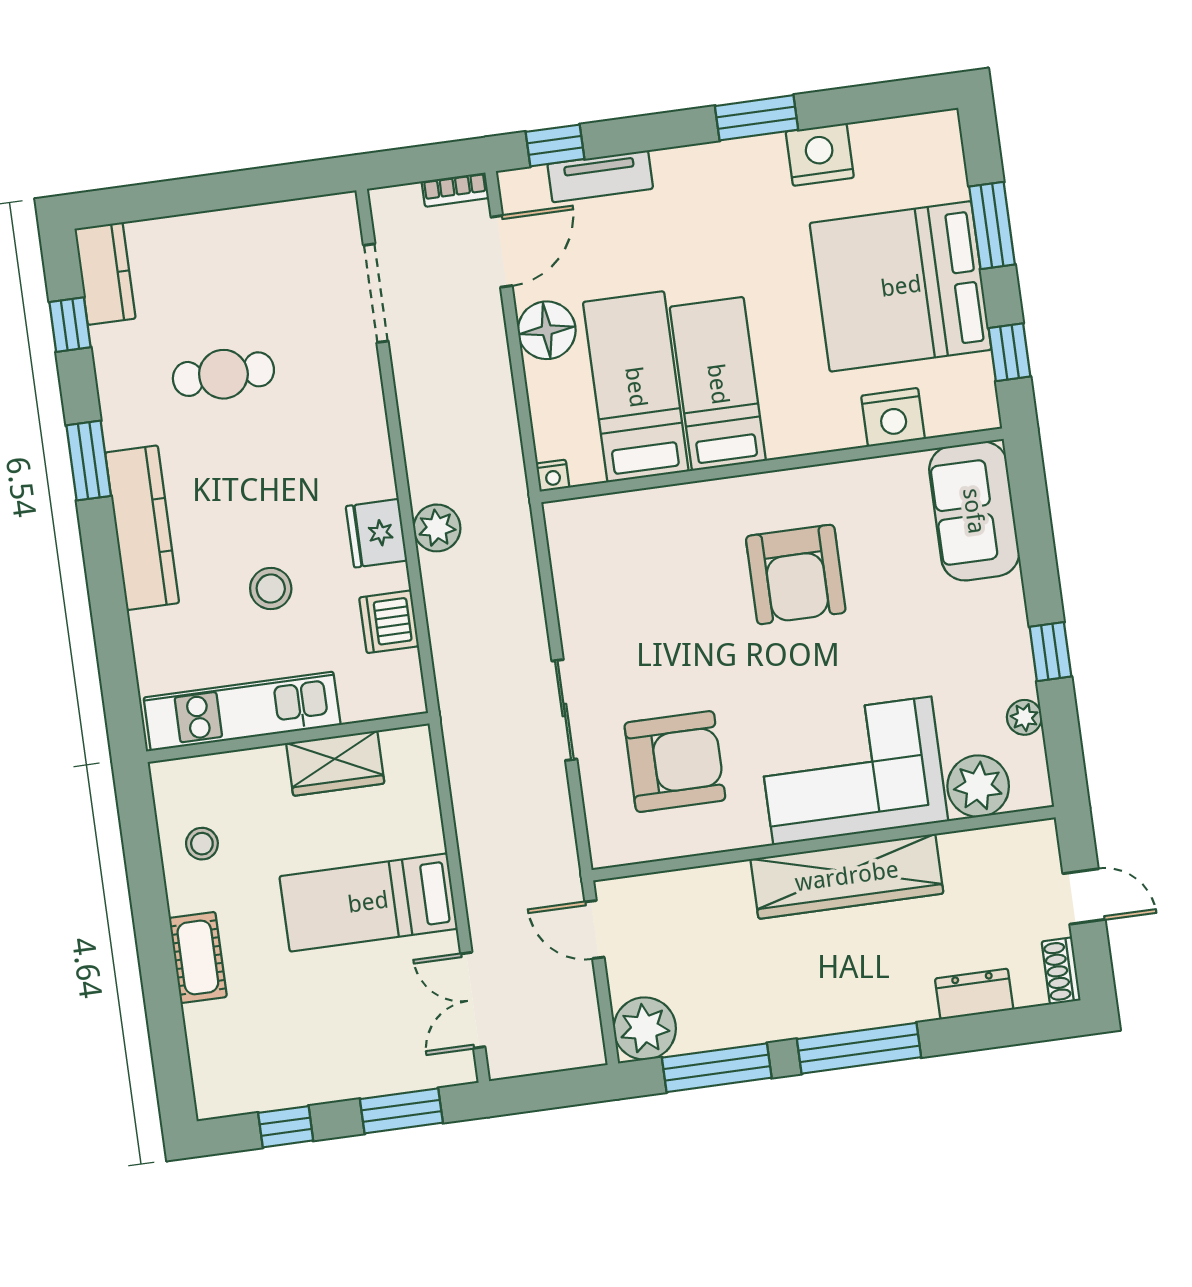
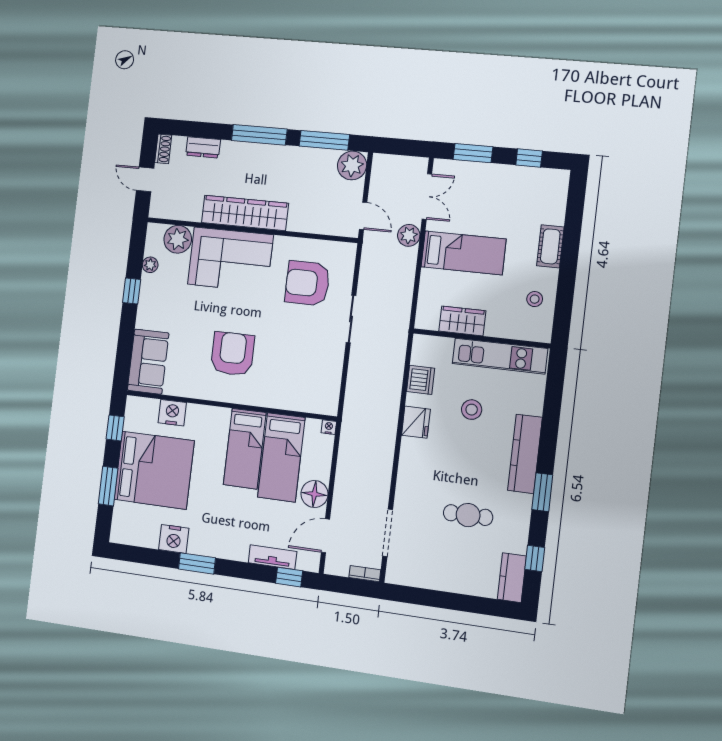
bookcase: (455, 190) -> (365, 574), moved
plant: (437, 528) -> (409, 235), moved

